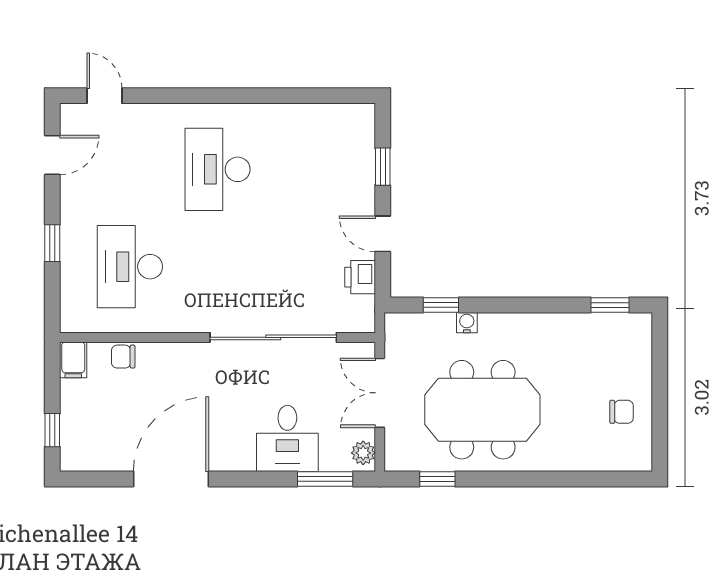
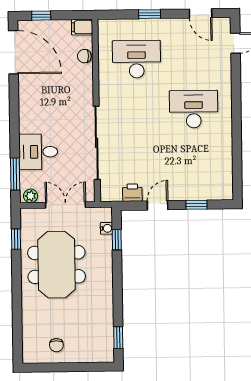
water cooler: (467, 323) -> (106, 228), moved
chair: (123, 357) -> (84, 56), turned -90
door: (171, 479) -> (13, 52), moved

